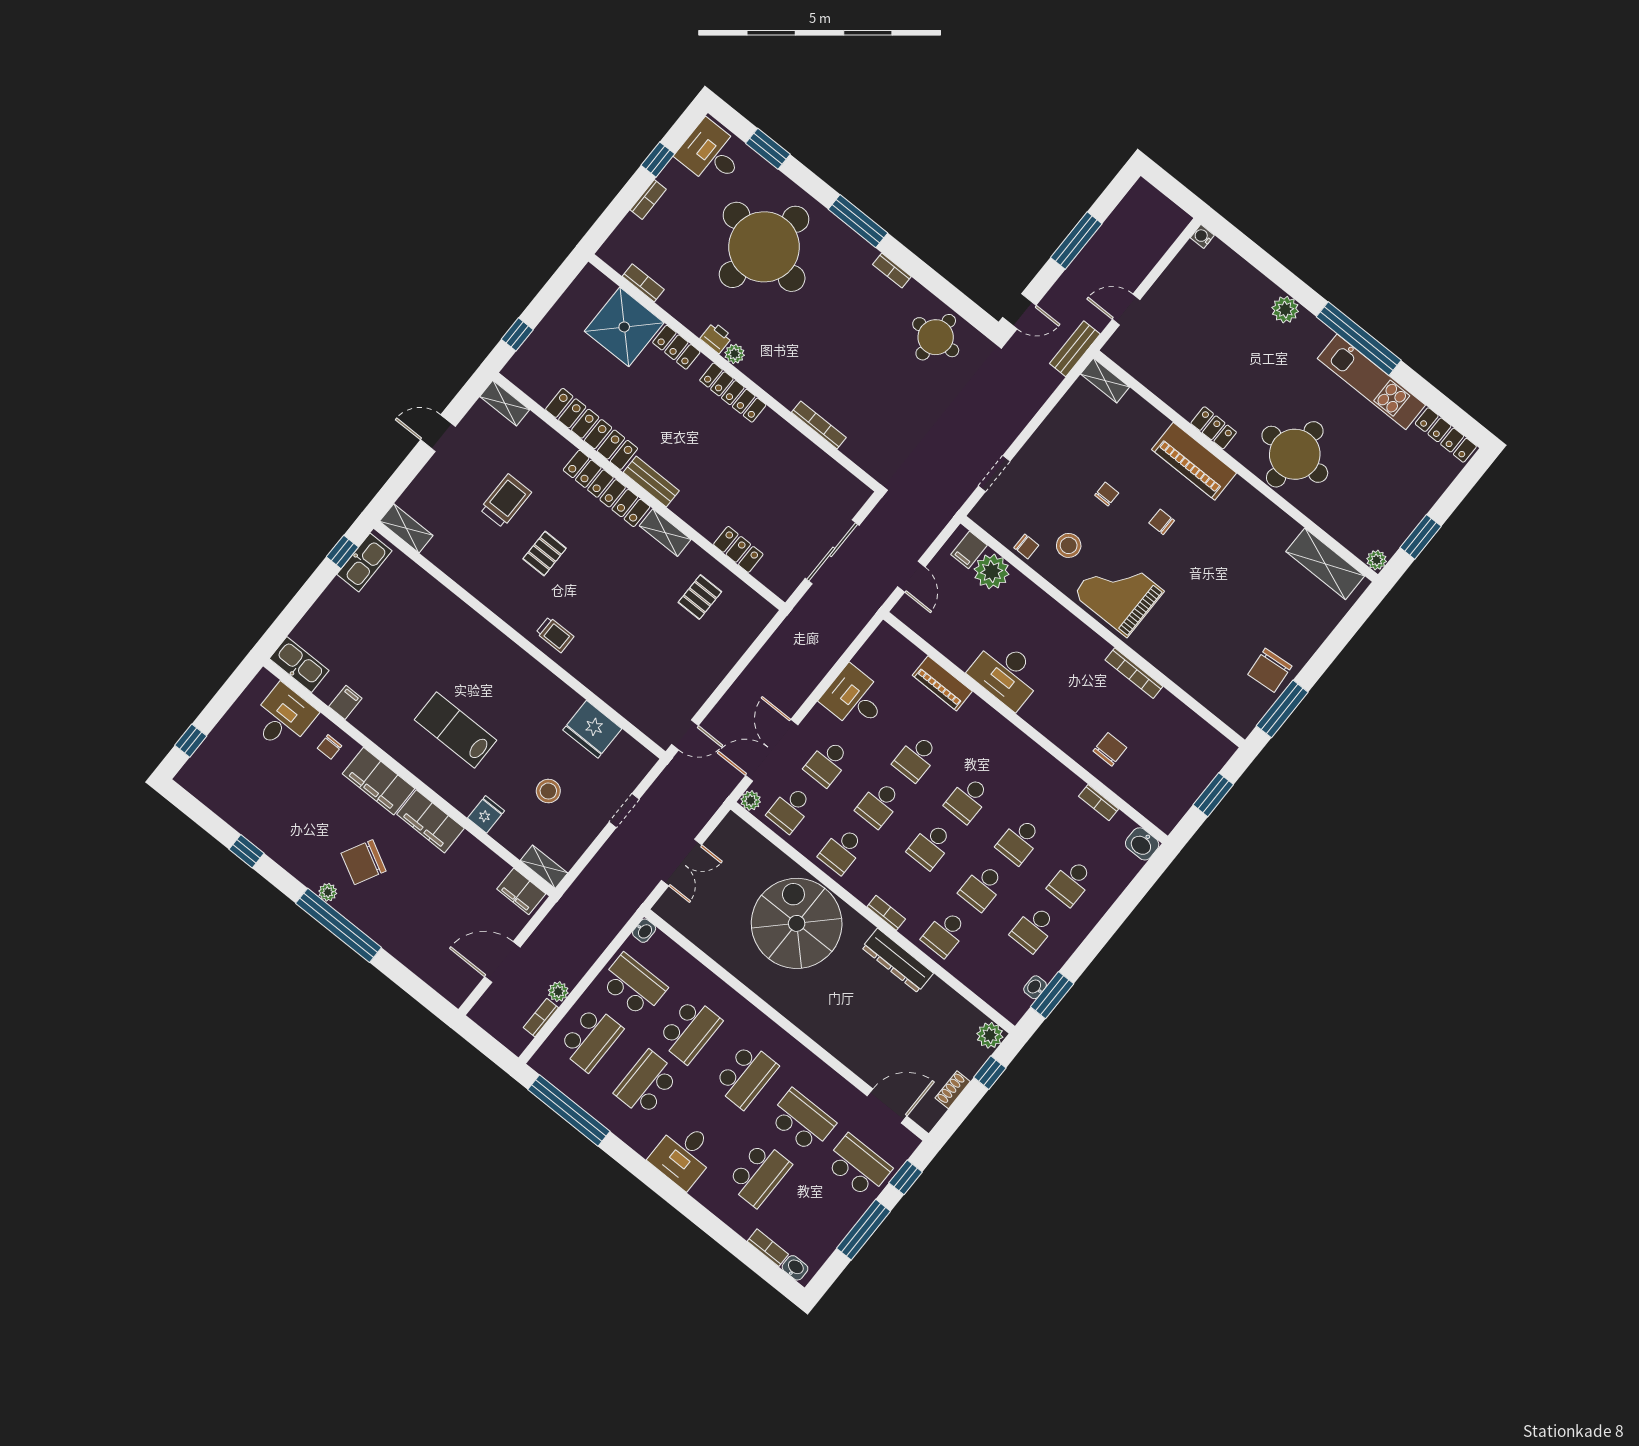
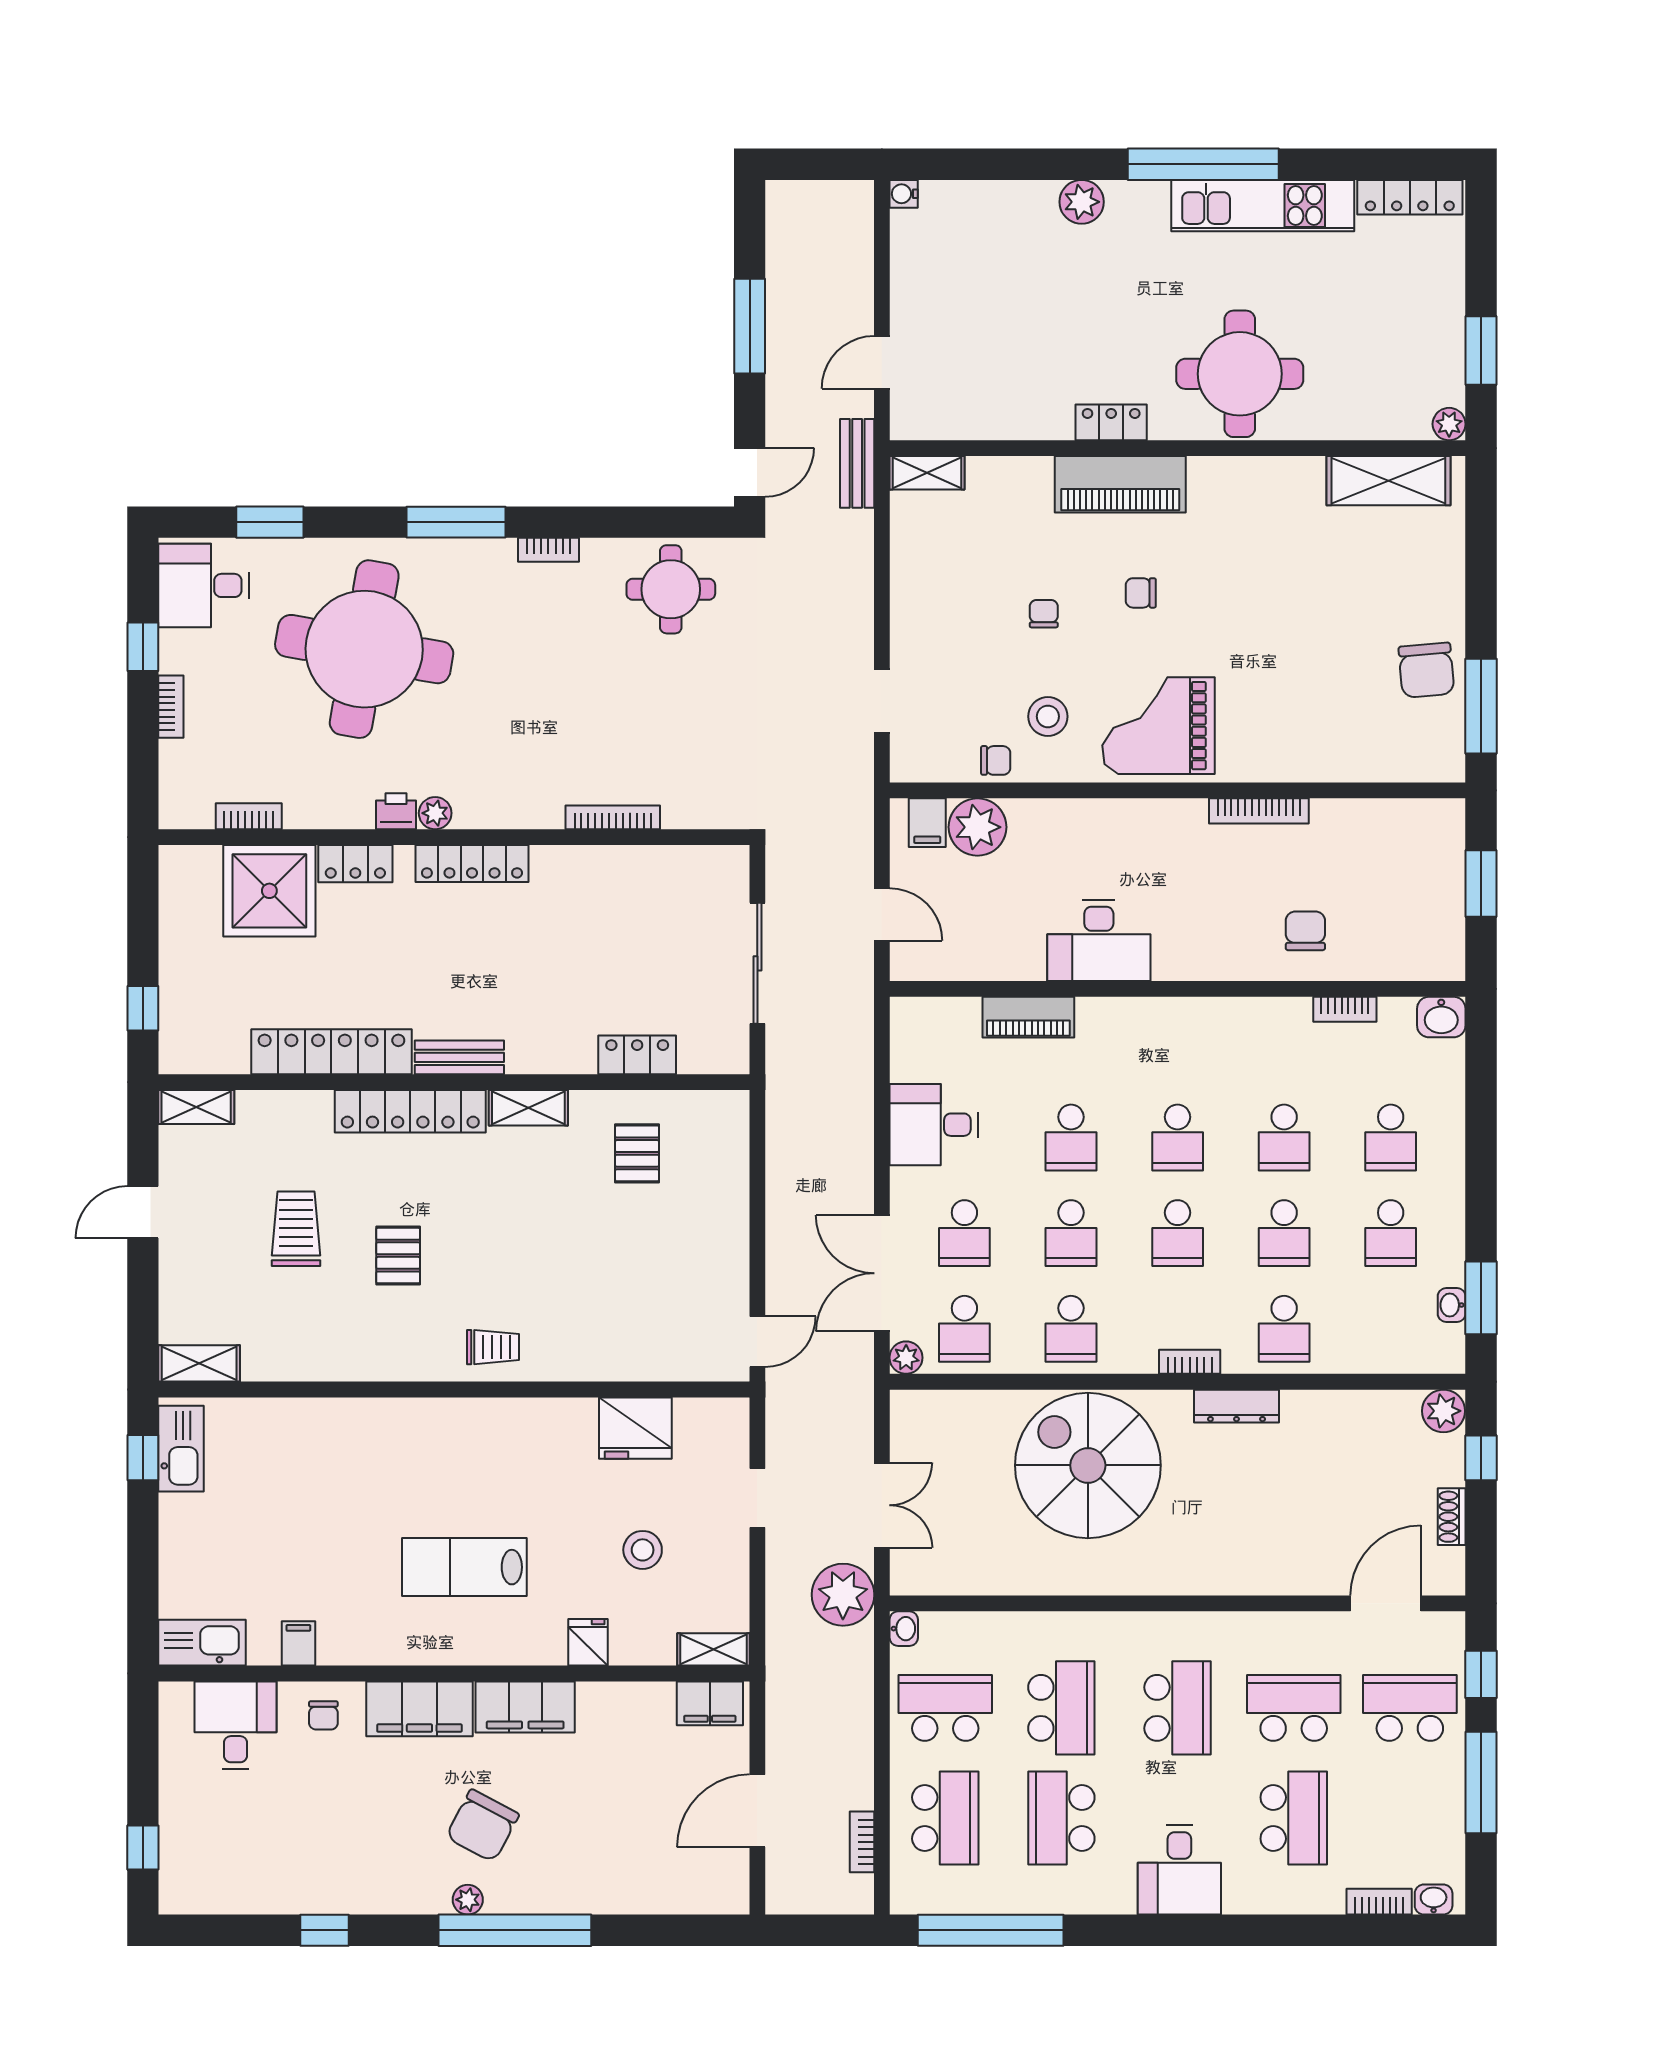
dresser: (898, 960) -> (1236, 1406), width x0.73, depth x0.80
plant: (558, 992) -> (843, 1595), moved, width x1.88, depth x1.88

